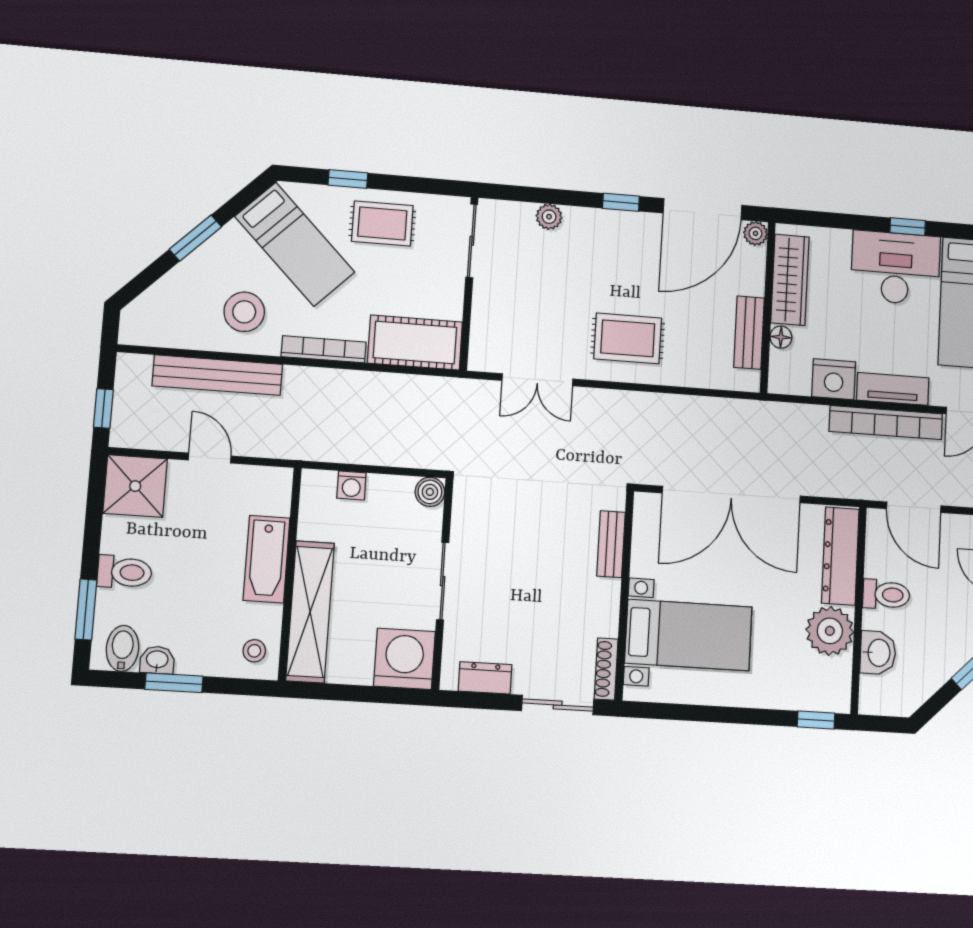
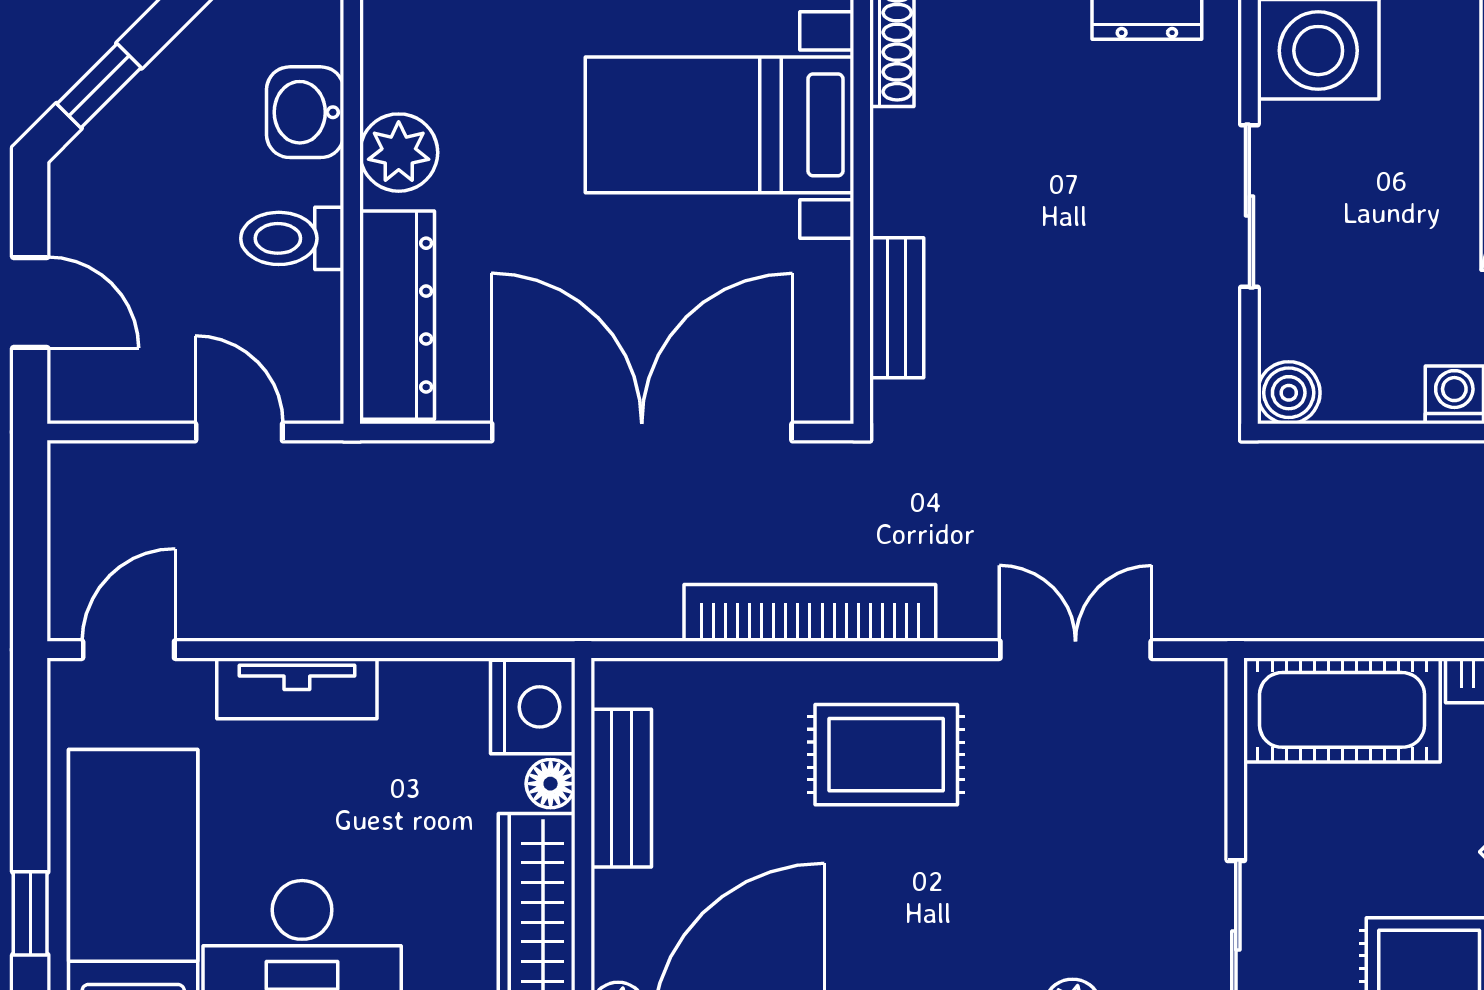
nightstand: (834, 379) -> (533, 707), moved, turned 90
bookcase: (886, 423) -> (810, 613), moved
door: (914, 507) -> (239, 432), width x0.73
plant: (830, 631) -> (399, 153), width x0.73, depth x0.73

